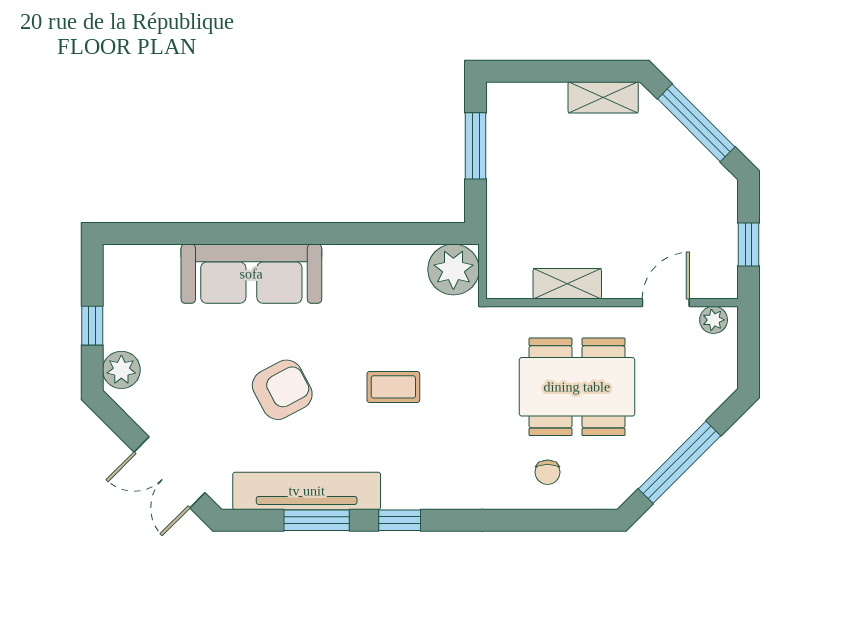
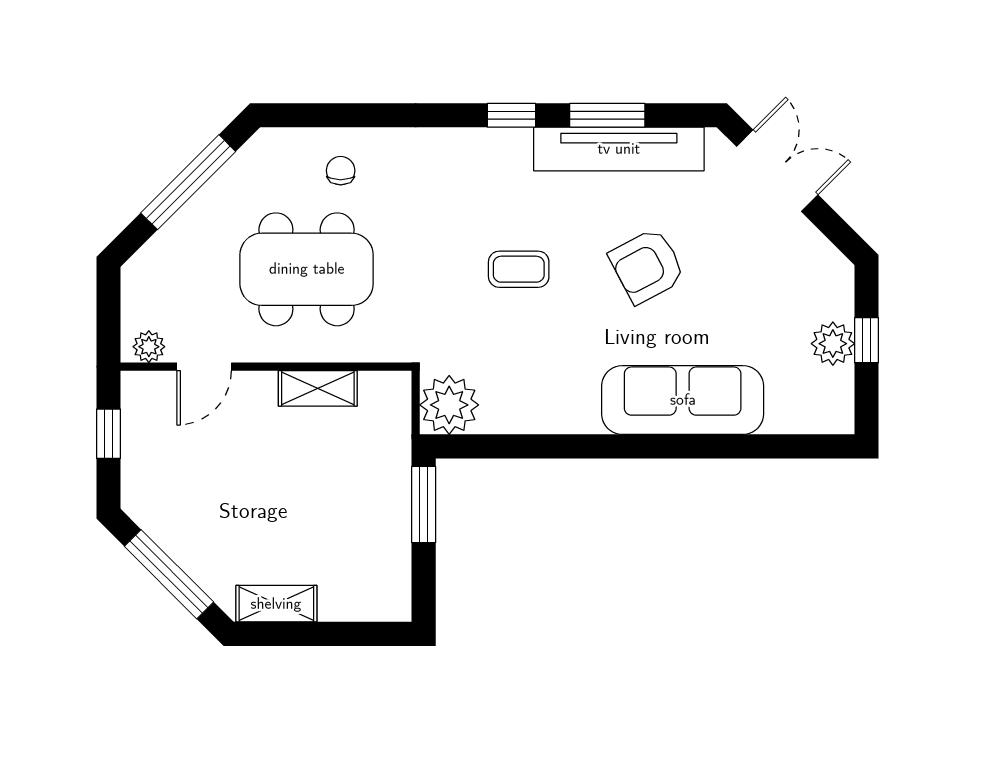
window: (476, 146) -> (424, 505), moved
plant: (121, 370) -> (833, 344), moved

